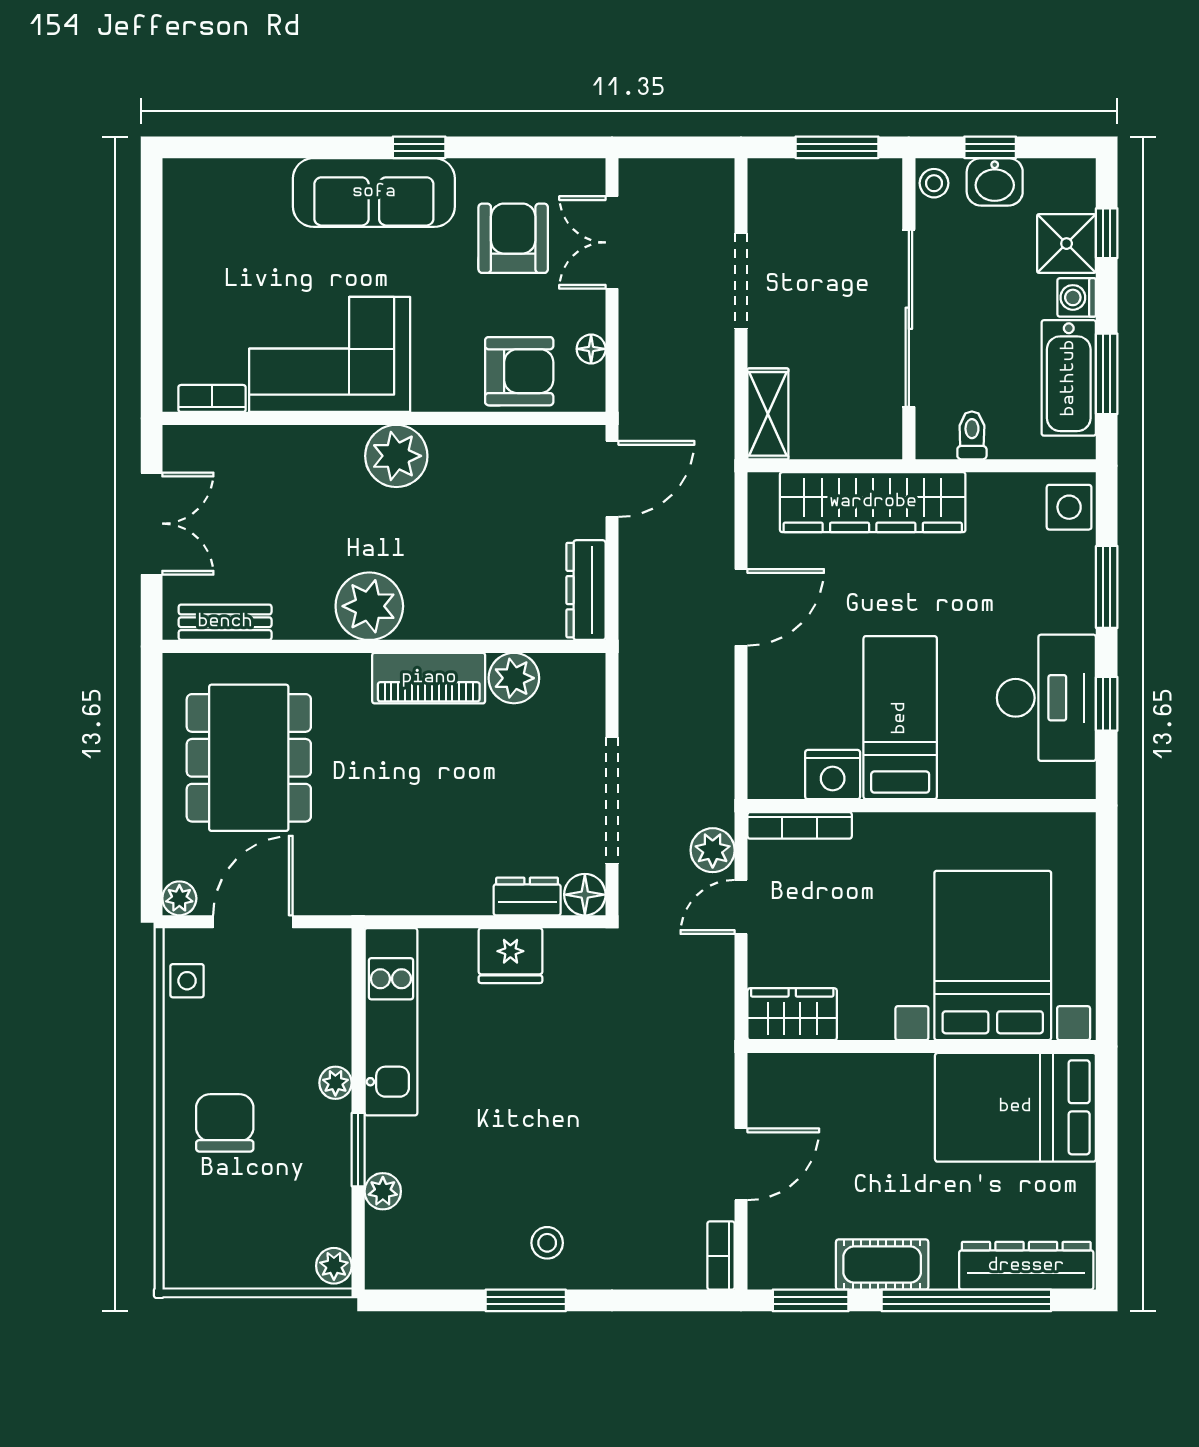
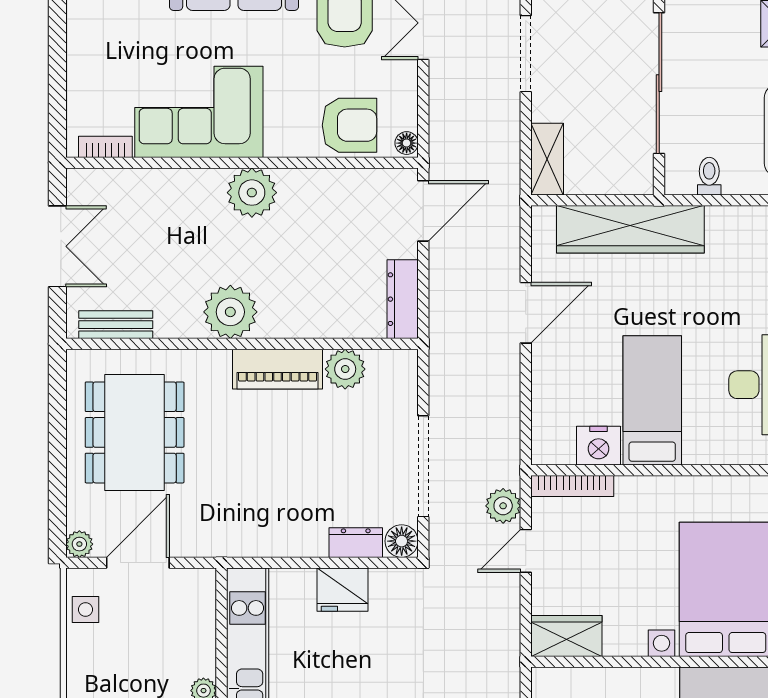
floor lamp: (591, 349) -> (407, 143), moved

